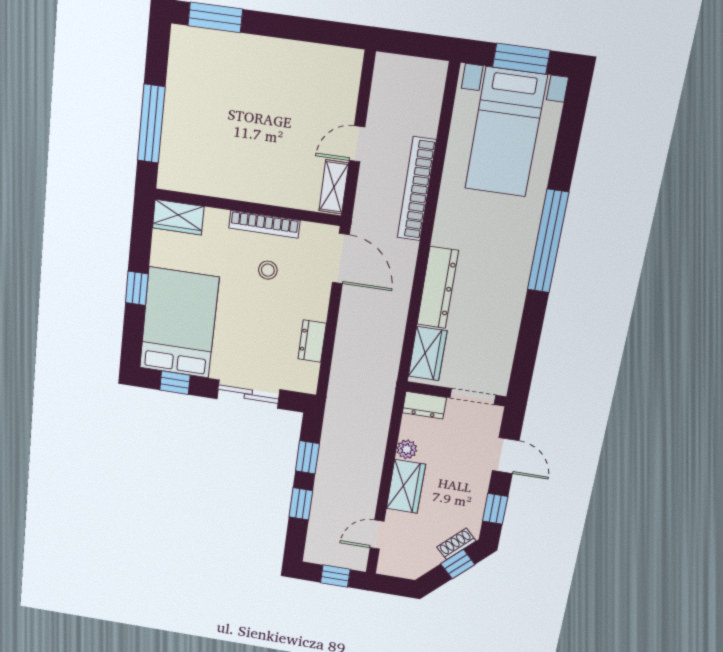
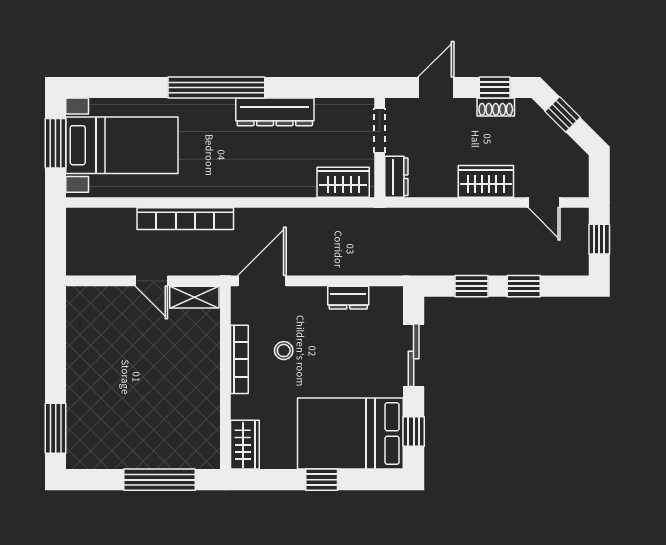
dresser: (438, 288) -> (275, 112), moved, turned 180
plant: (407, 449) -> (446, 187), removed
shoe rack: (456, 544) -> (496, 107), moved, turned -45

